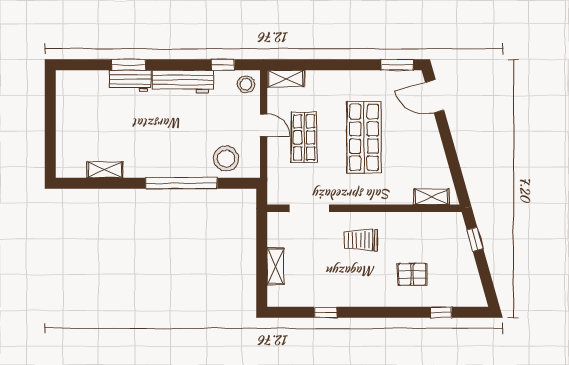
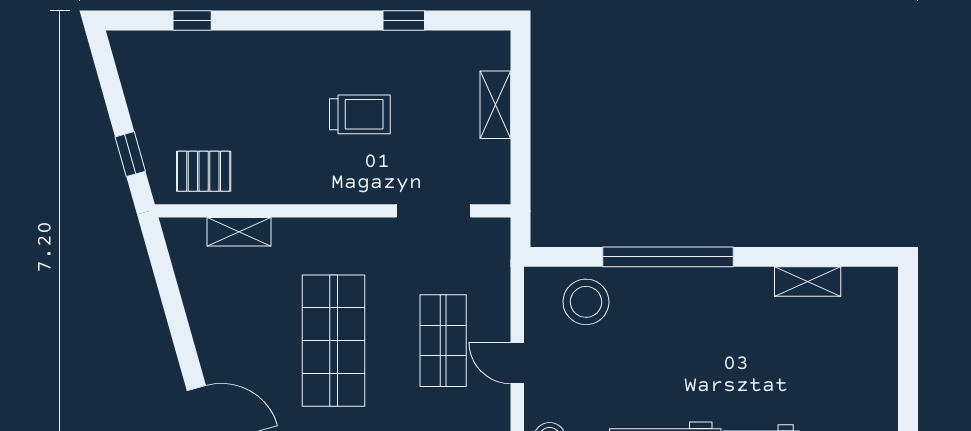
shelving: (432, 197) -> (239, 232), moved
trolley: (361, 240) -> (360, 114), moved
pallet: (412, 274) -> (204, 171), moved

